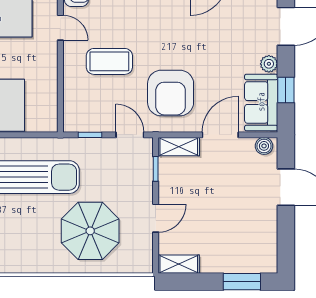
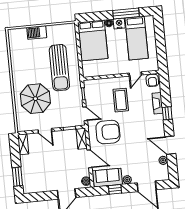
armchair: (171, 93) -> (108, 132), turned 180
door: (130, 135) -> (85, 114), hinge flipped

